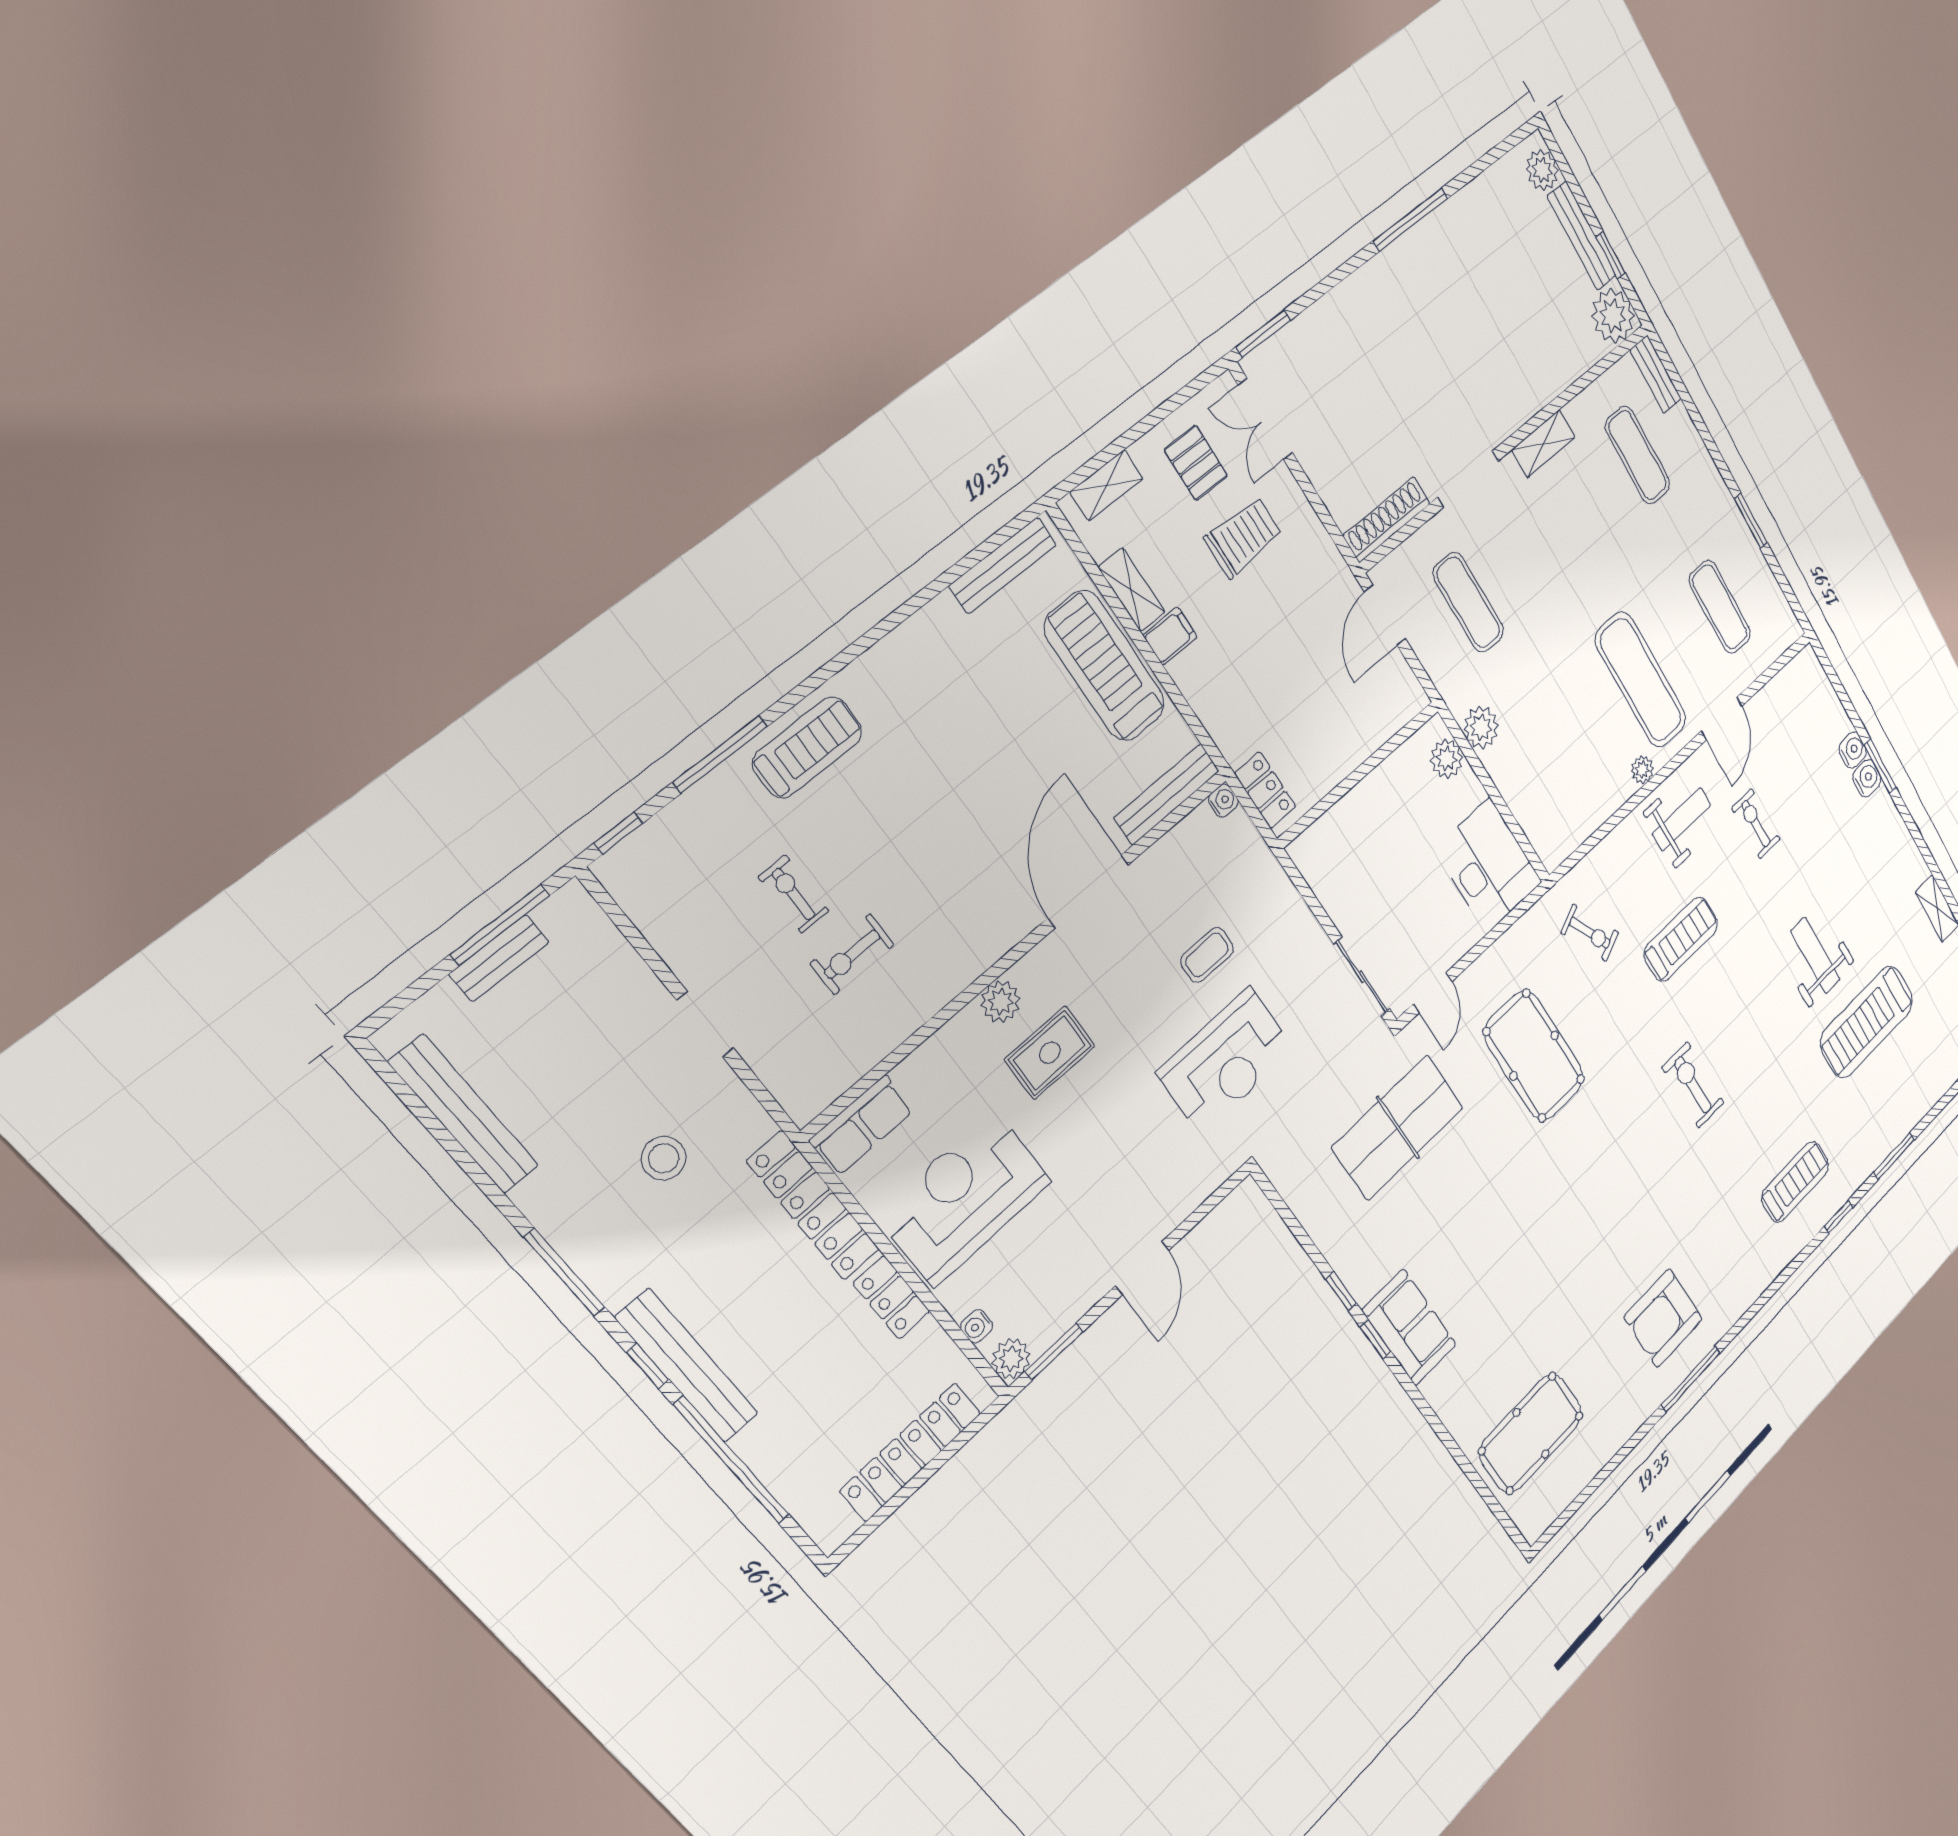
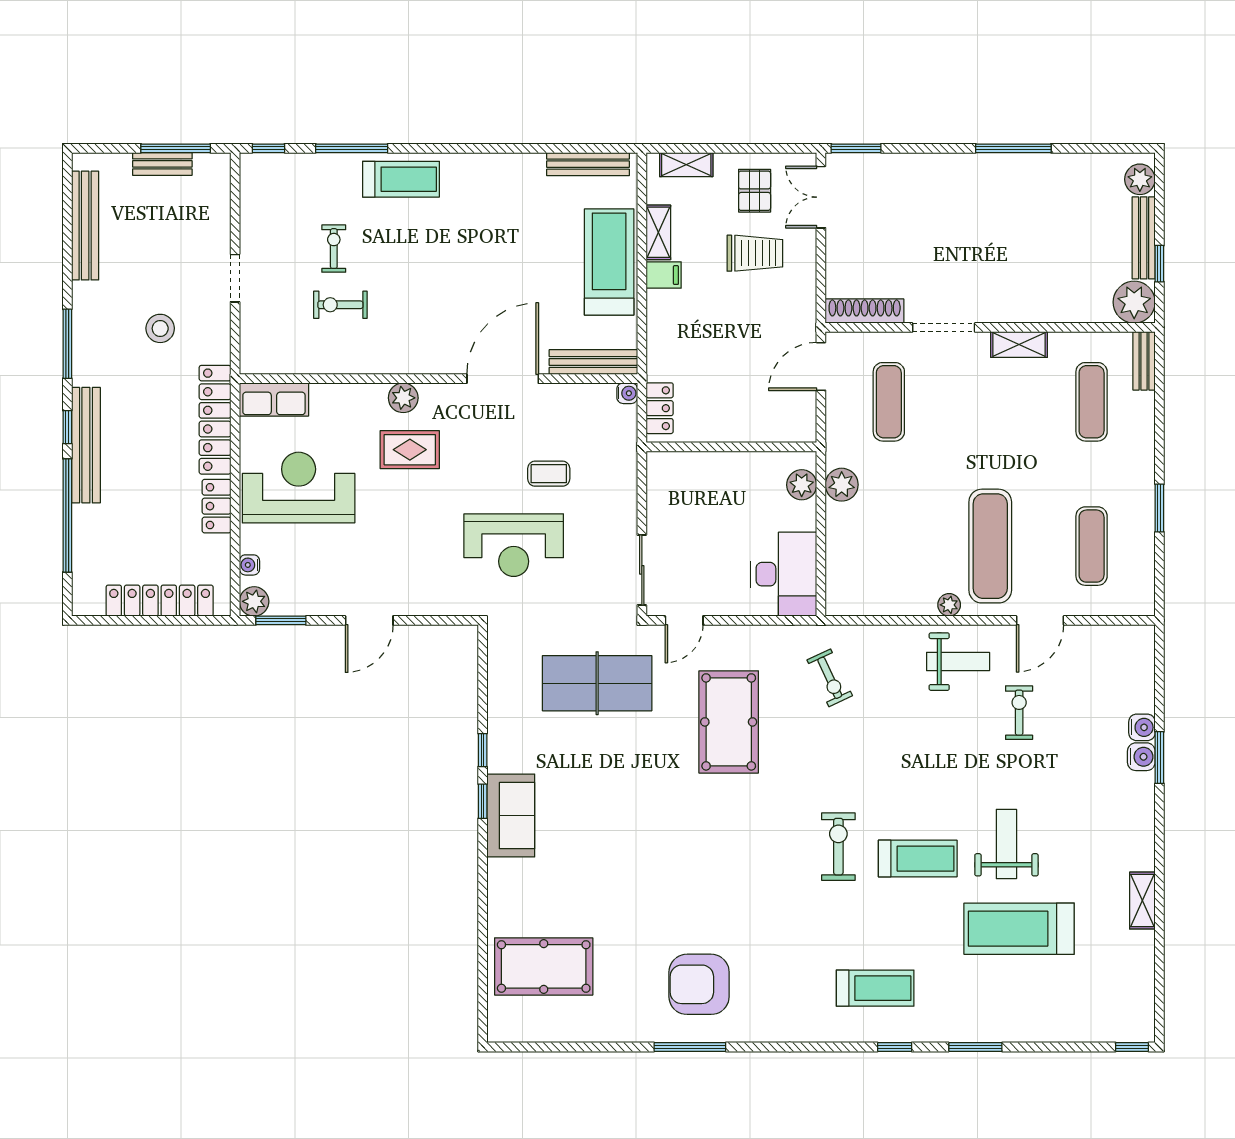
treadmill: (1681, 939) -> (918, 859), moved

